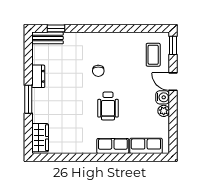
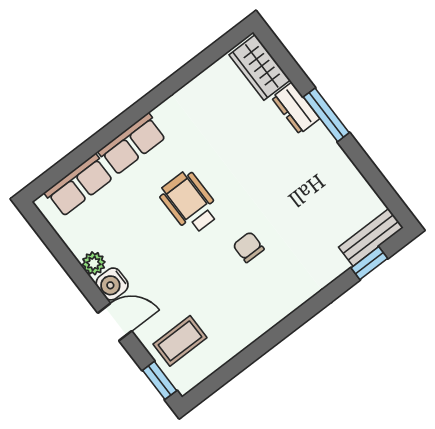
coffee table: (153, 55) -> (180, 341), turned 90
dresser: (38, 76) -> (296, 108), moved

